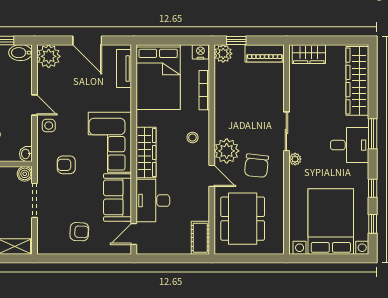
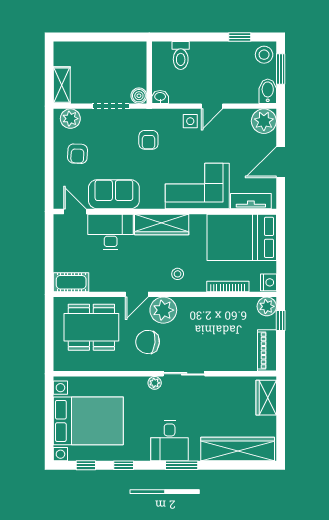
corner sofa: (110, 142) -> (197, 186), moved
armchair: (66, 165) -> (148, 140), turned 180
plant: (46, 238) -> (70, 119), added

